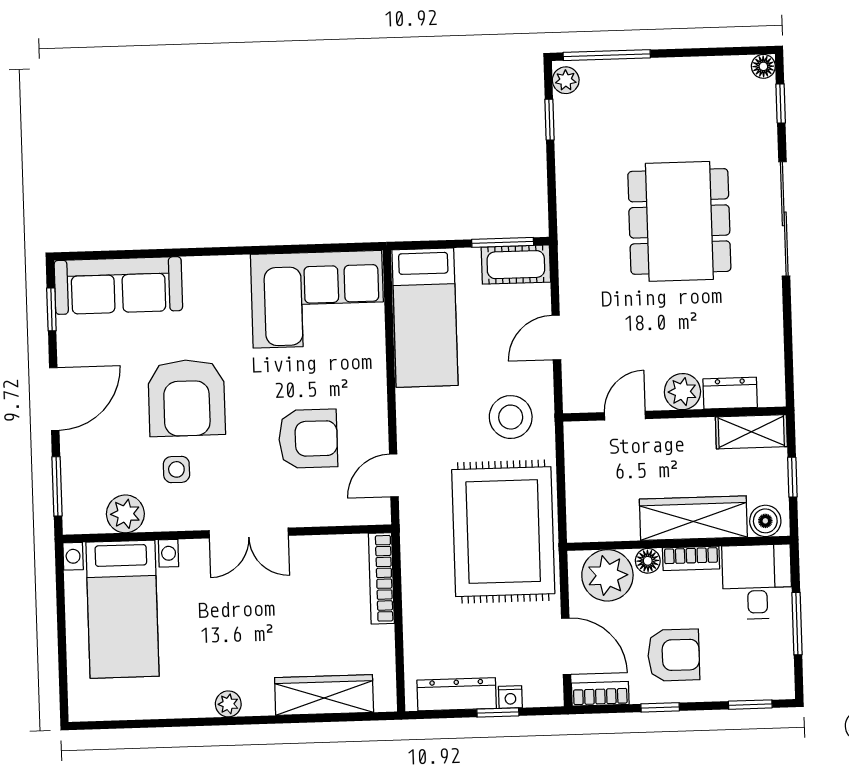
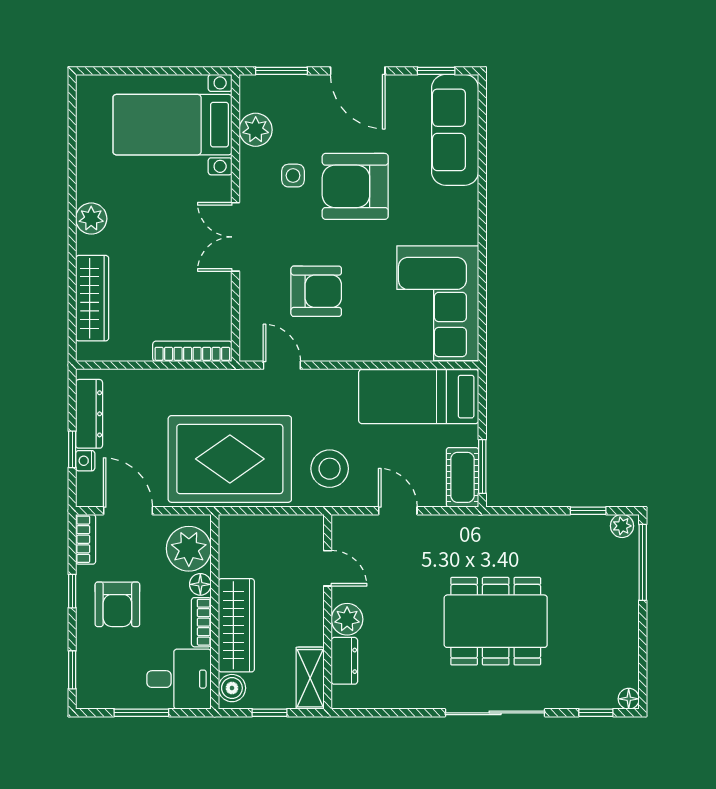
armchair: (308, 439) -> (316, 291), turned -90
door: (566, 646) -> (128, 511), swing flipped
plant: (228, 704) -> (91, 219), width x1.38, depth x1.38

